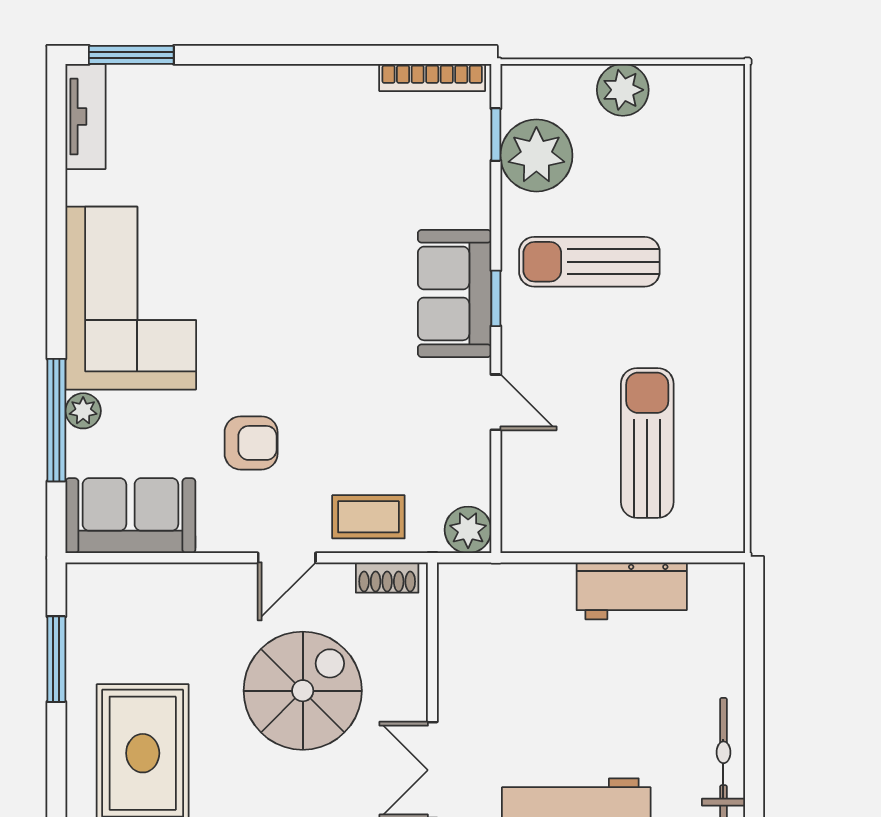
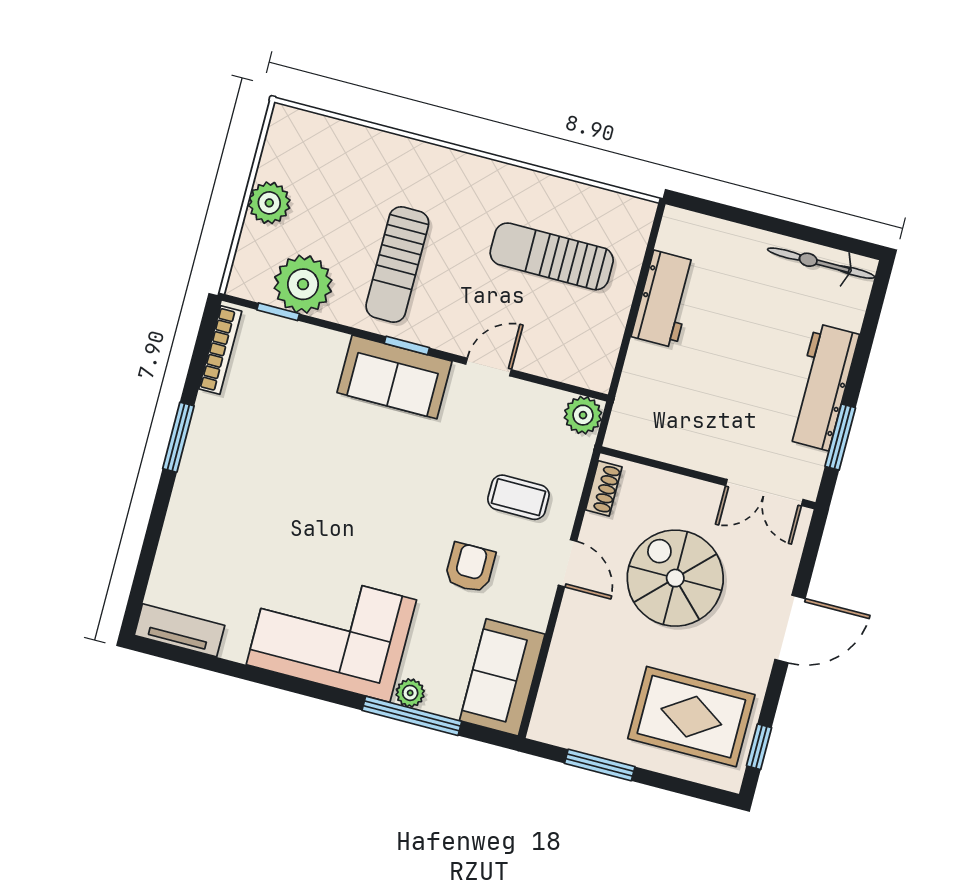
window: (131, 55) -> (178, 437), moved
coffee table: (368, 517) -> (518, 497), moved, turned 90

